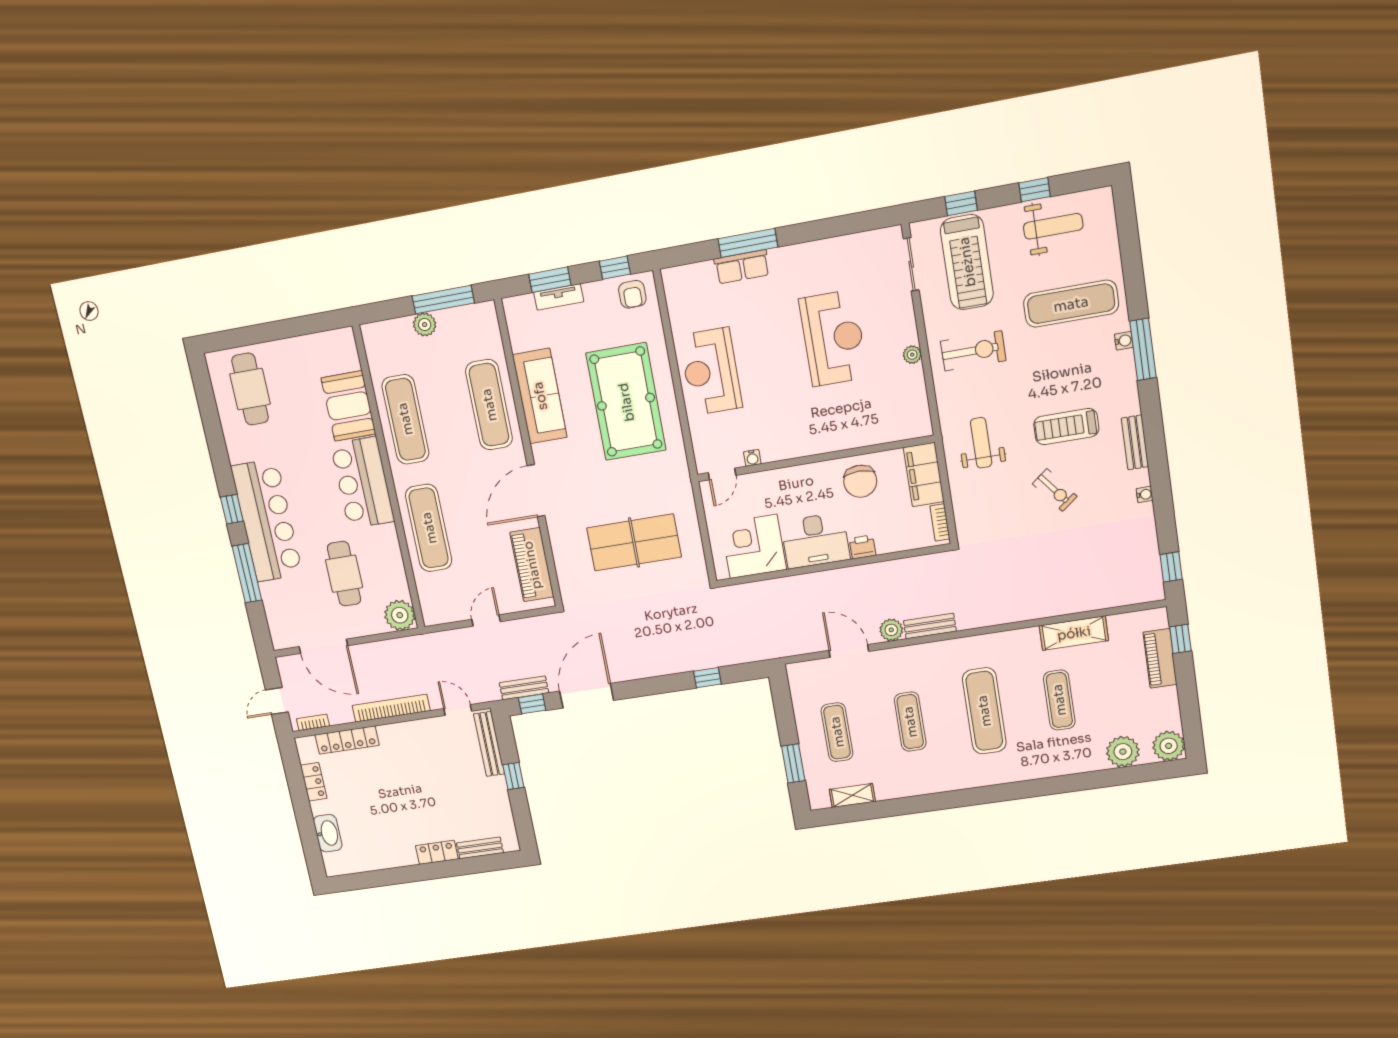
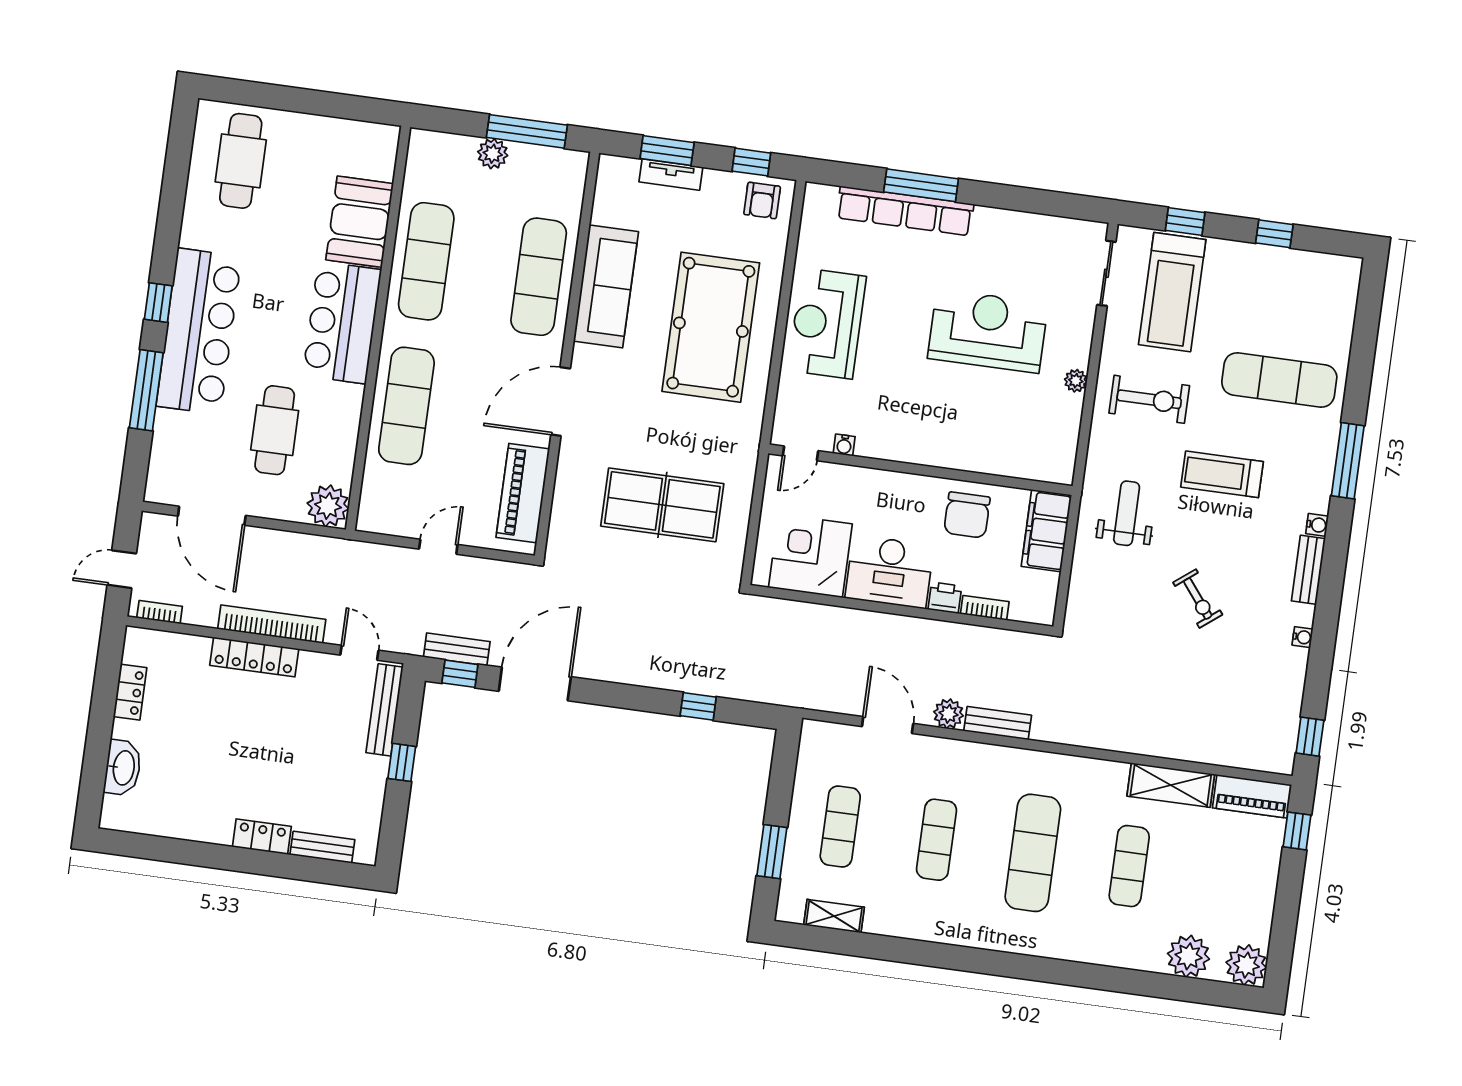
weight bench: (1053, 226) -> (1284, 283), removed
row of seats: (742, 267) -> (905, 211), width x2.02
reception desk: (833, 338) -> (988, 331), turned -90
water cooler: (1124, 341) -> (1317, 525), moved
treadmill: (1066, 427) -> (1222, 474), moved
bookcase: (940, 522) -> (985, 608), moved, turned 90
piano: (1160, 658) -> (1252, 796), moved, turned -90
locker: (347, 740) -> (254, 657), moved

